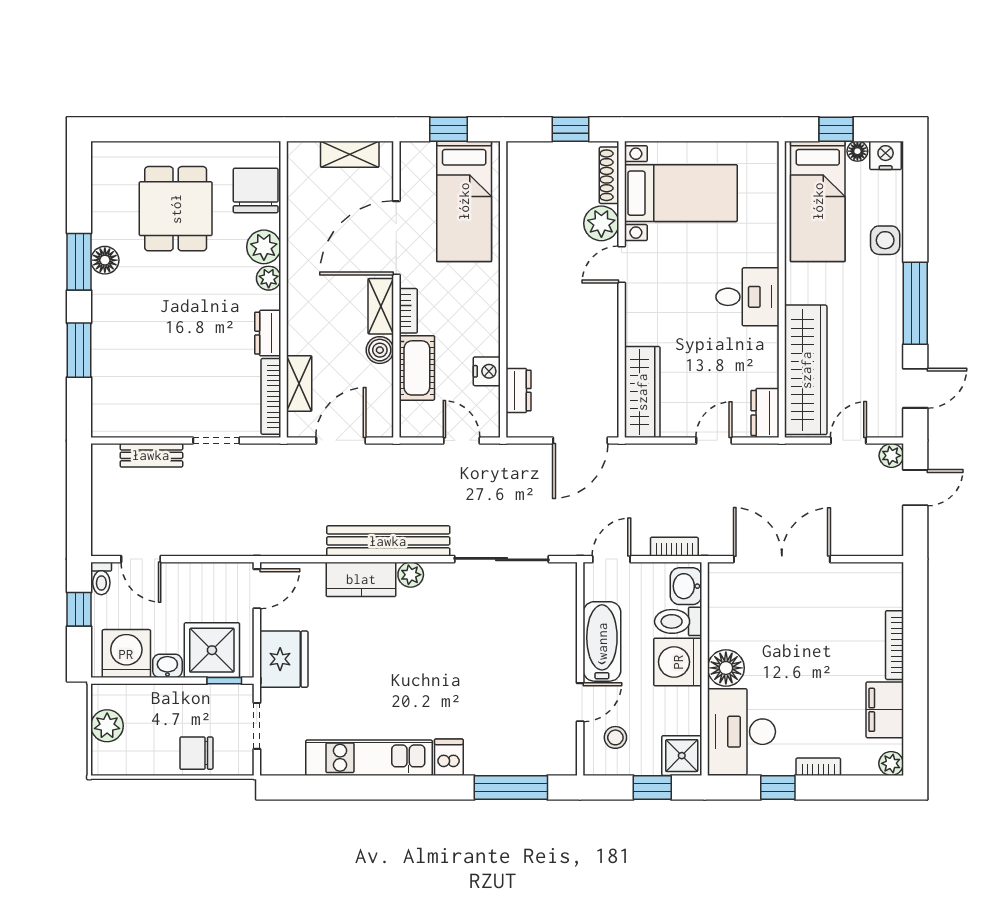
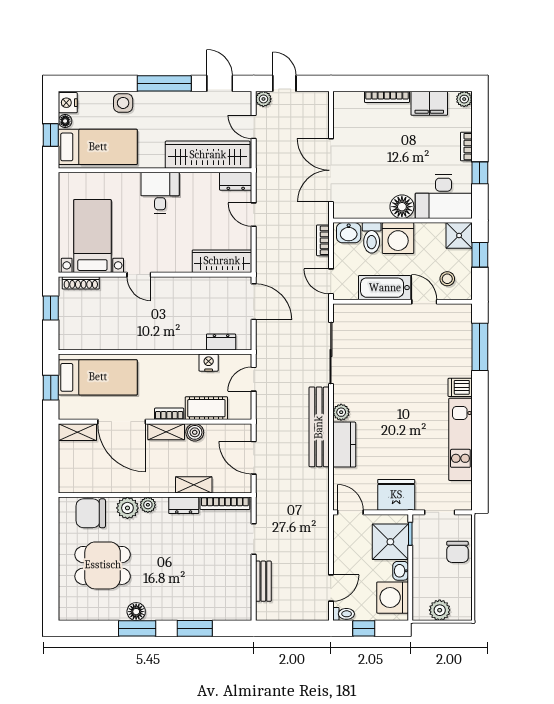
shelving: (350, 154) -> (77, 432), moved, turned 90
plant: (601, 223) -> (112, 288), removed
shelving: (299, 383) -> (194, 485), moved

